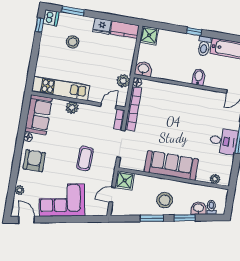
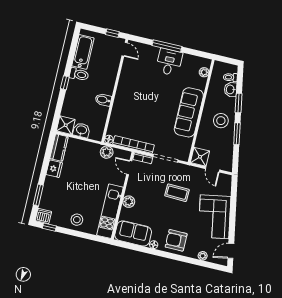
stool: (73, 42) -> (77, 220), moved
washbasin: (143, 69) -> (81, 130), moved, turned 90
bidet: (199, 77) -> (103, 100), moved

